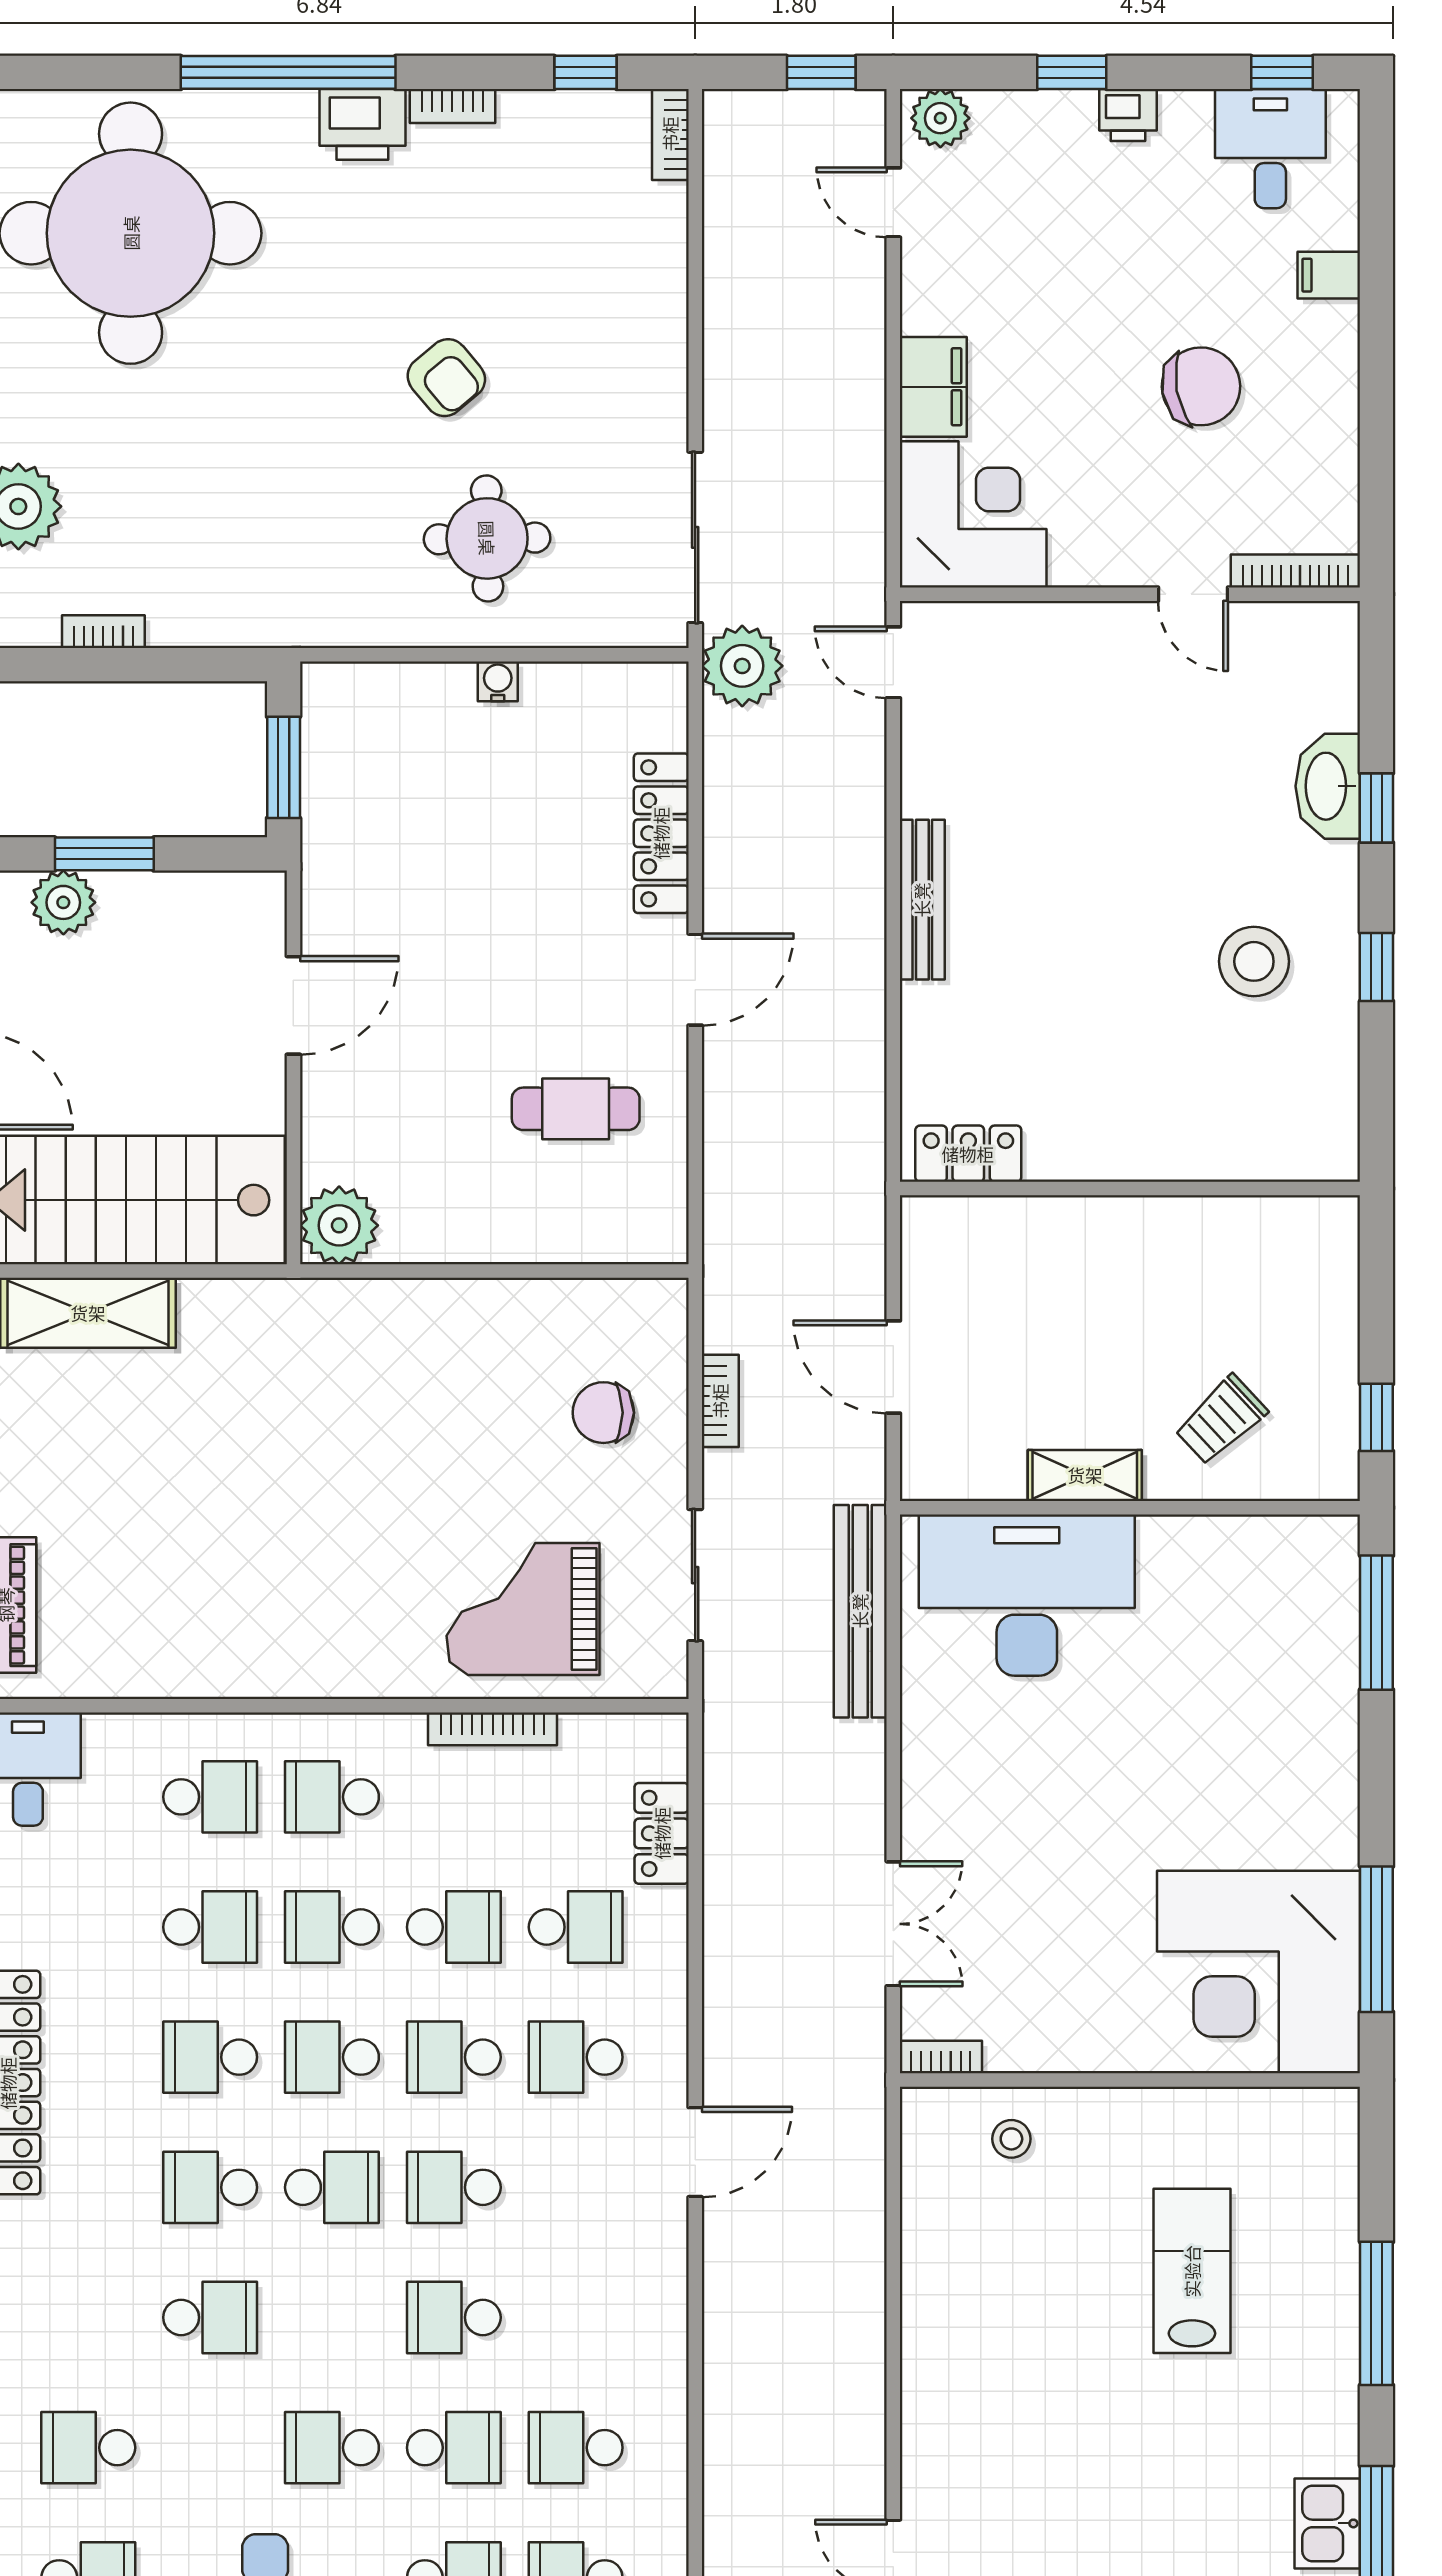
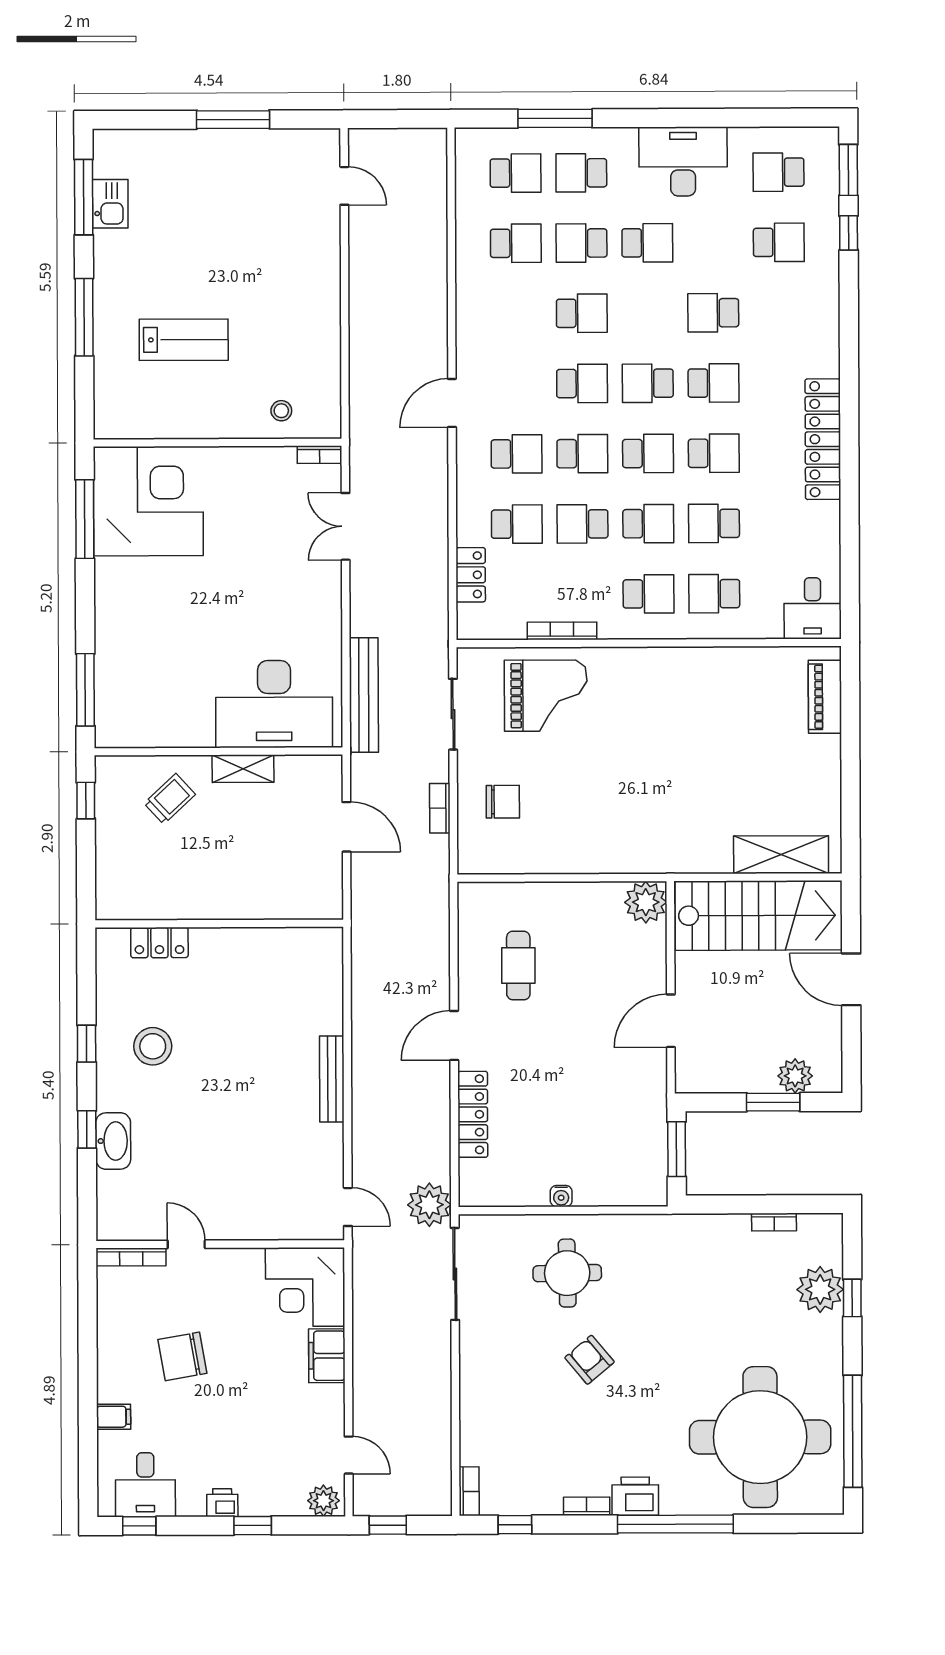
cafe table: (576, 1109) -> (518, 966), turned 90
locker: (968, 1154) -> (159, 943), moved
school desk: (576, 1927) -> (517, 524), turned 180
lab bench: (1192, 2271) -> (184, 340), turned -90

